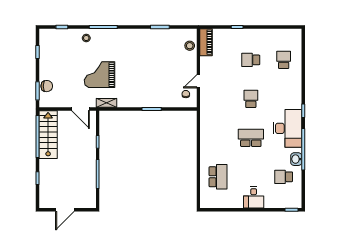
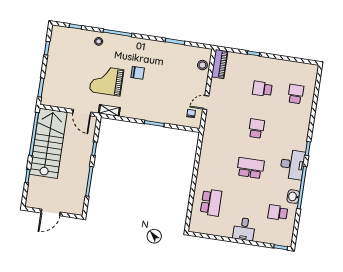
chair: (47, 86) -> (138, 73), moved
desk: (287, 128) -> (292, 165), width x0.73, depth x0.77
stairs: (48, 135) -> (48, 143), width x1.36, depth x1.51

